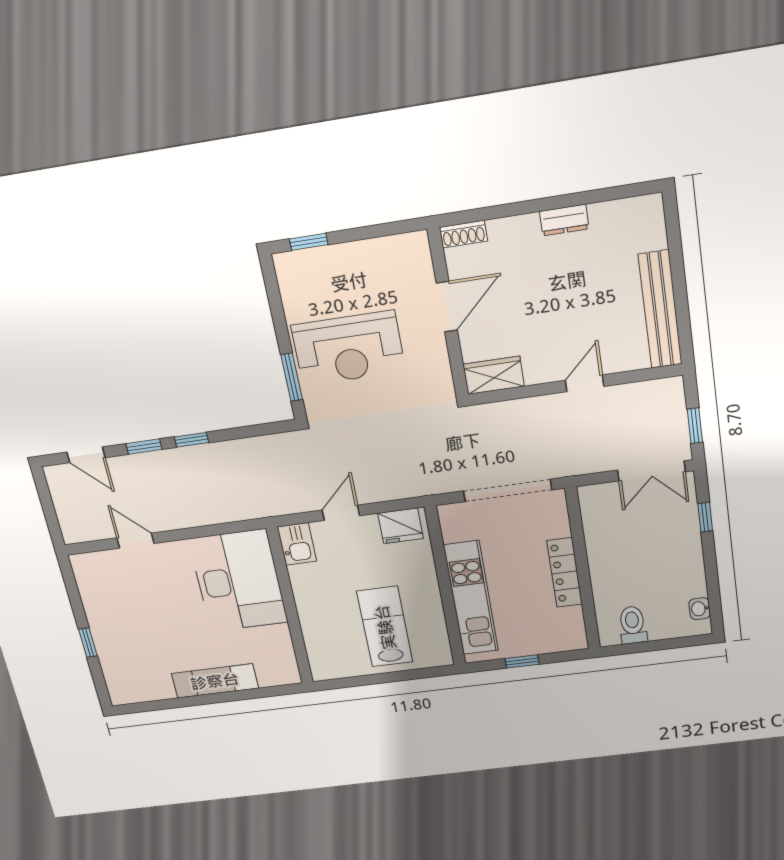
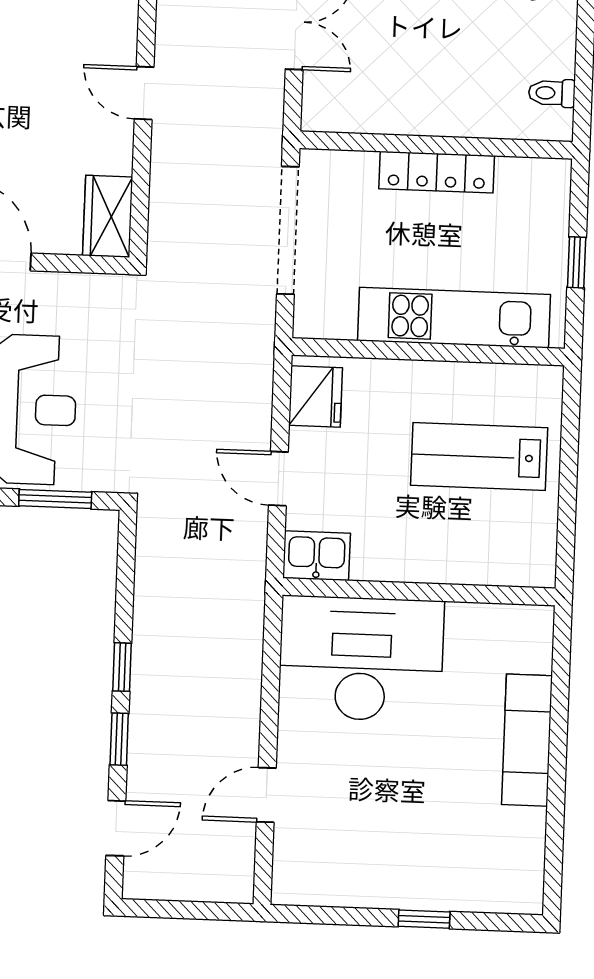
toilet: (633, 625) -> (552, 93), width x0.73, depth x0.72

